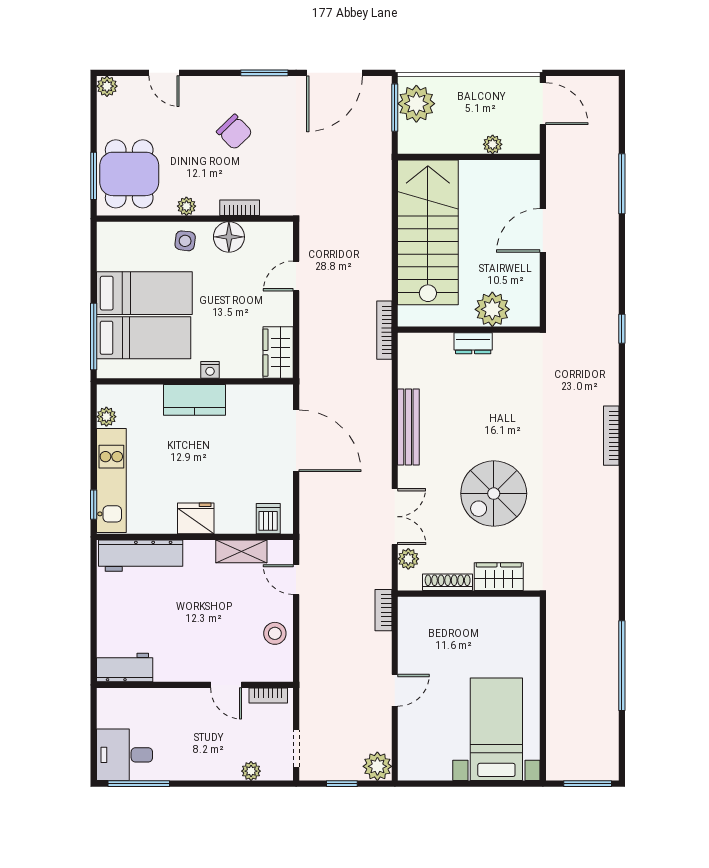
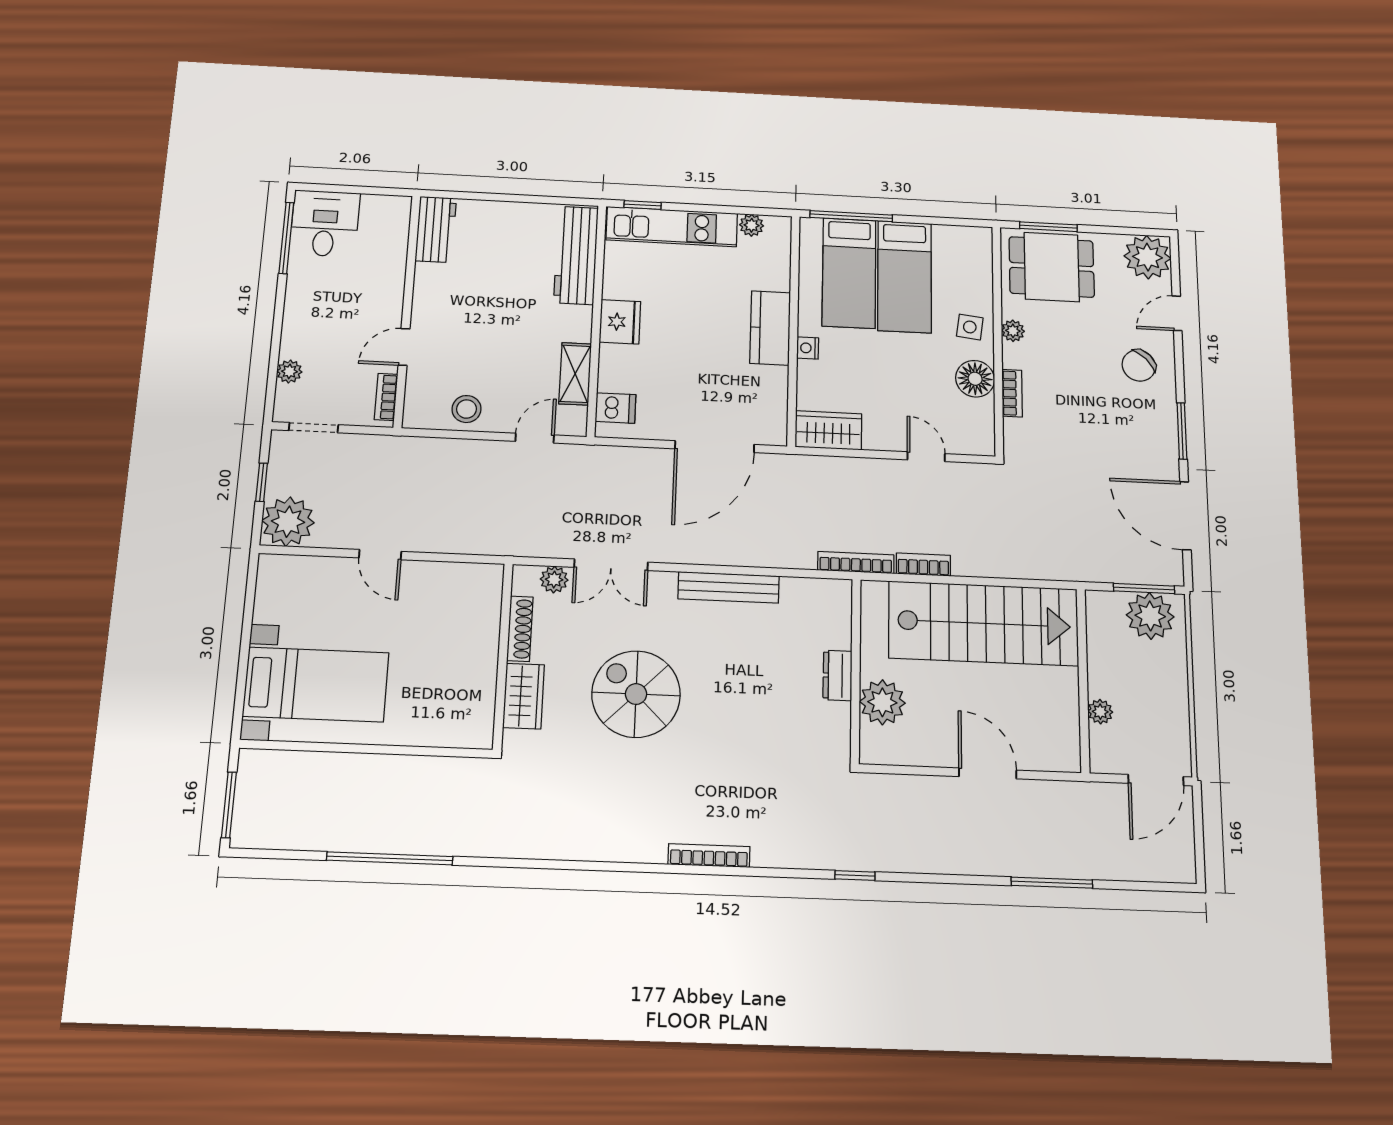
plant: (107, 86) -> (1147, 257), width x1.88, depth x1.88
chair: (234, 132) -> (1139, 366), moved
bookcase: (383, 610) -> (923, 565), moved
plant: (377, 766) -> (288, 522), width x1.36, depth x1.36

